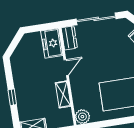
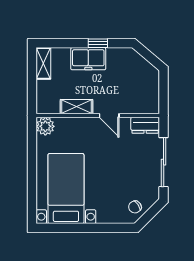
freezer: (52, 43) -> (88, 59), moved, turned 180
window: (12, 97) -> (98, 43), moved

